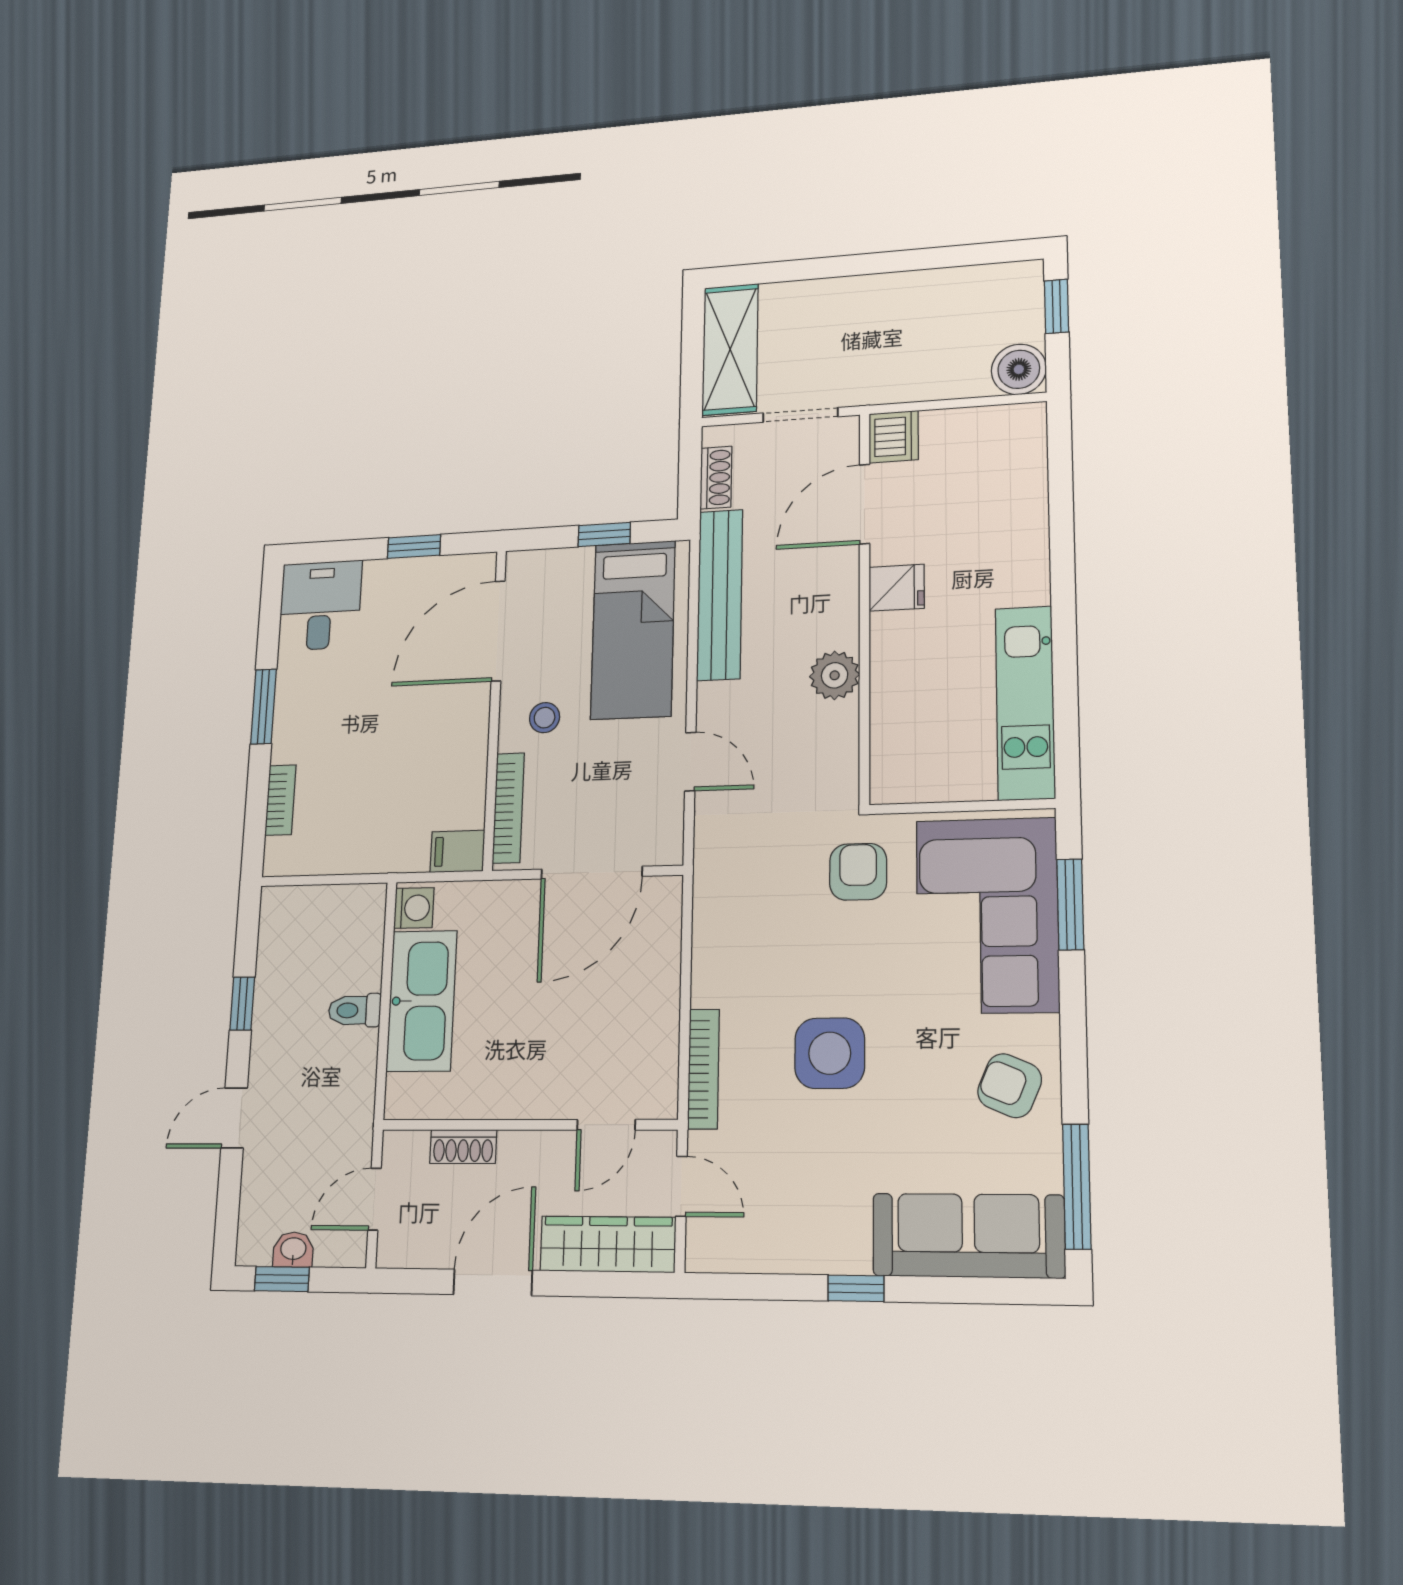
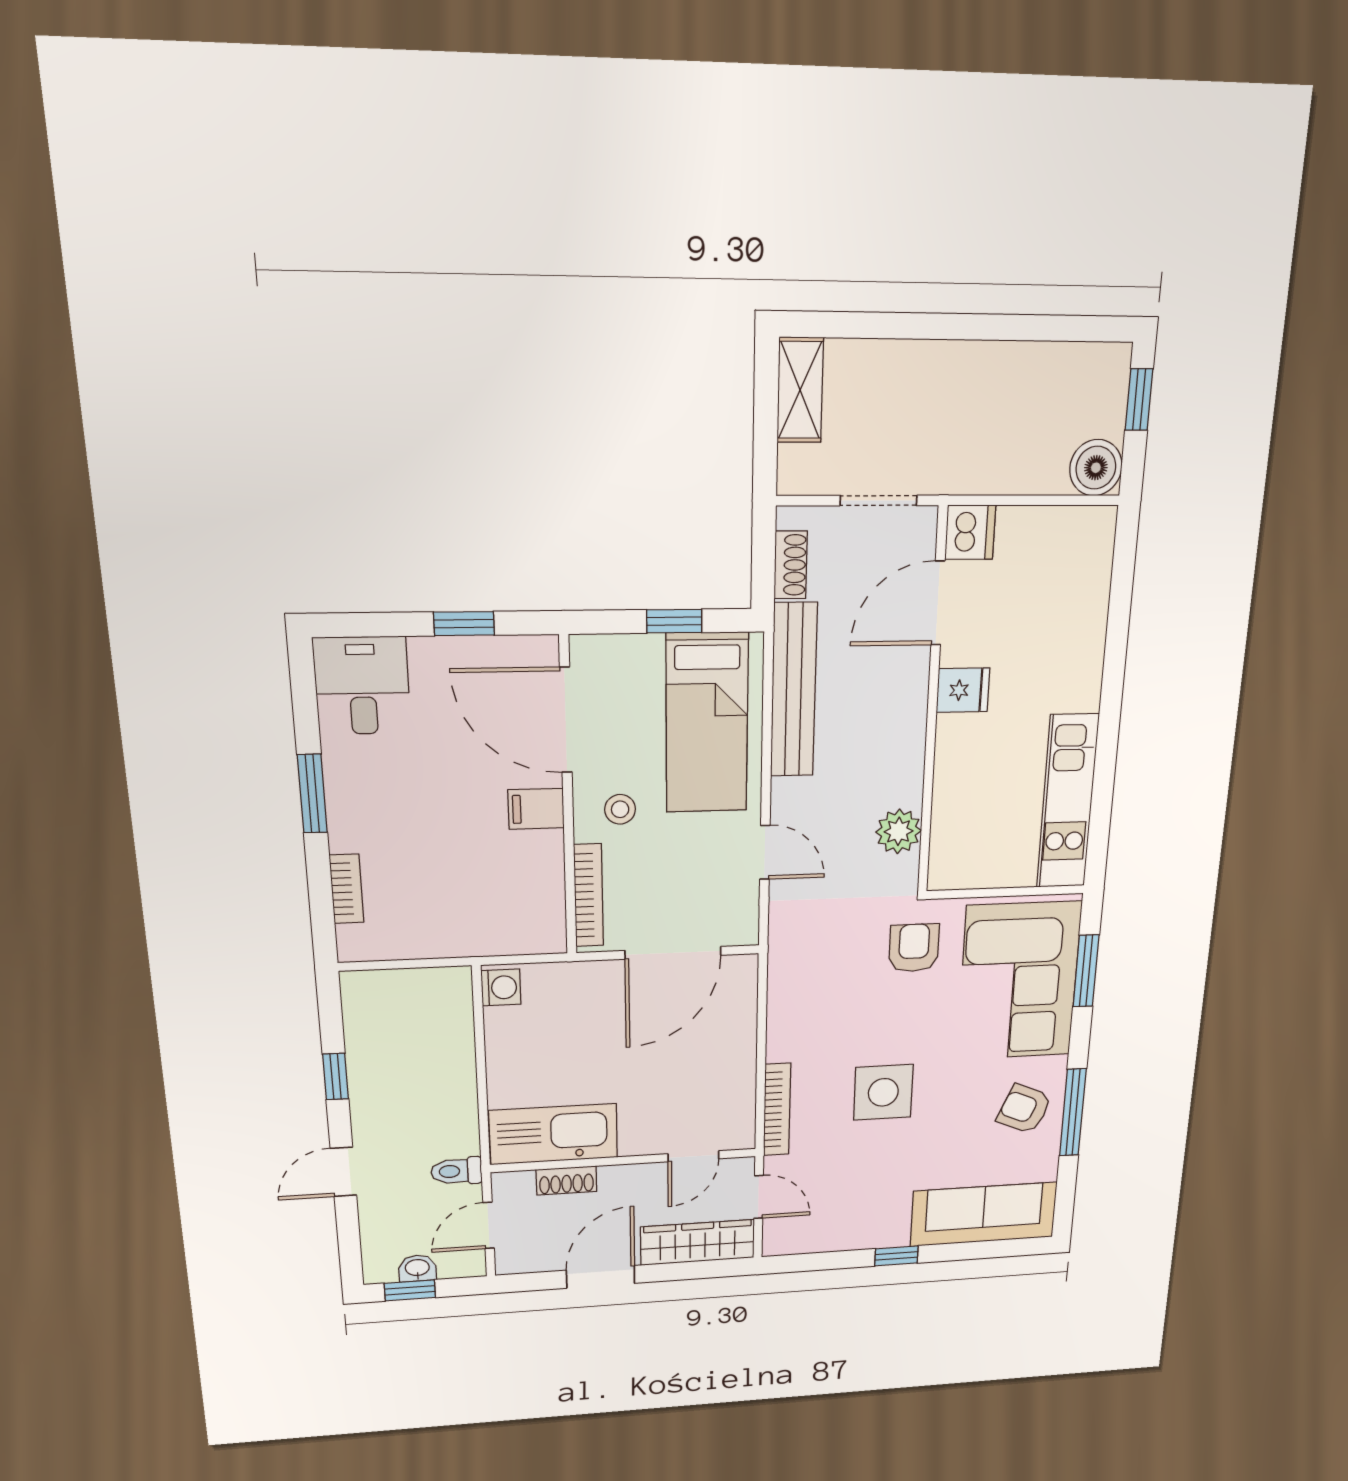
shelving: (730, 349) -> (800, 390), width x0.67, depth x0.75
door: (498, 631) -> (566, 720), hinge flipped
plant: (835, 675) -> (899, 831), moved
filing cabinet: (457, 851) -> (536, 809), moved
kitchen sink: (422, 1001) -> (554, 1134), moved, turned -90
toilet: (355, 1010) -> (457, 1171), moved
window: (1077, 1186) -> (1073, 1112), moved

